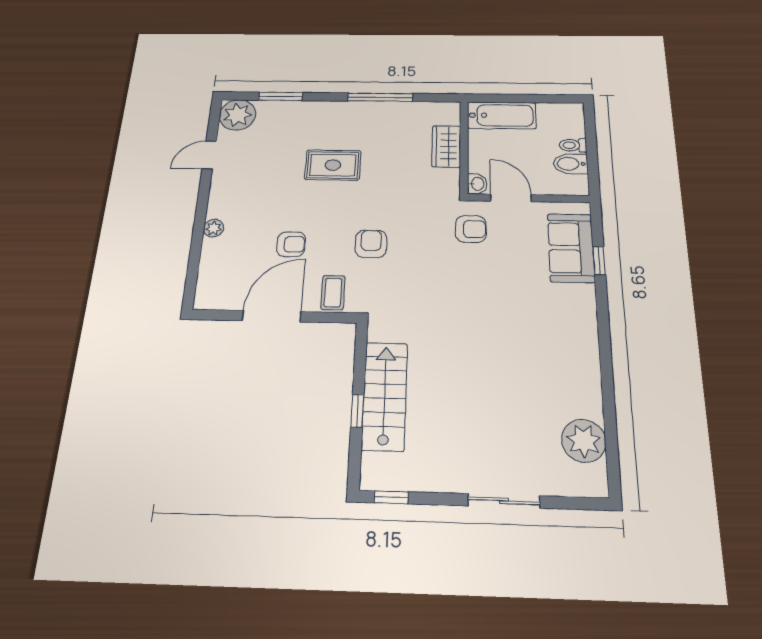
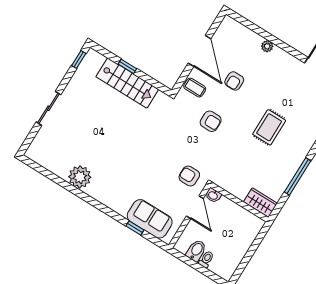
bathtub: (502, 115) -> (247, 234), removed
wardrobe: (446, 146) -> (260, 203), moved
door: (511, 198) -> (195, 207), hinge flipped
armchair: (471, 229) -> (189, 176), turned 90
plant: (584, 441) -> (80, 177), moved

